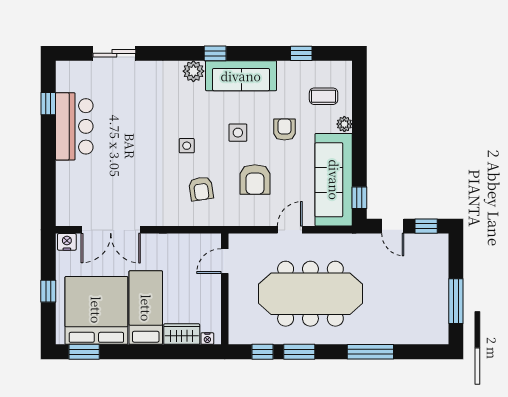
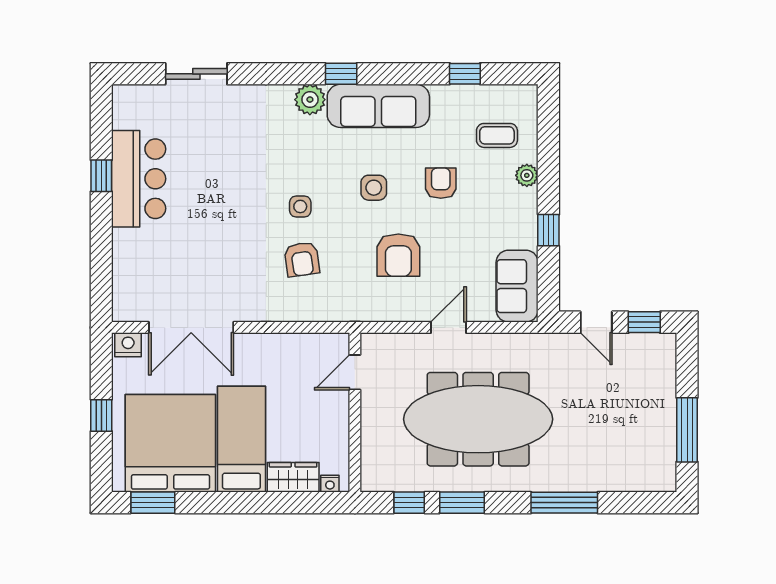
window: (48, 104) -> (101, 176), moved
sofa: (334, 180) -> (517, 286), width x0.54, depth x0.79
armchair: (201, 189) -> (302, 259), moved
window: (359, 198) -> (548, 230), moved

